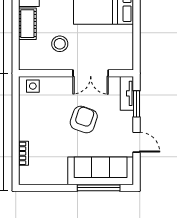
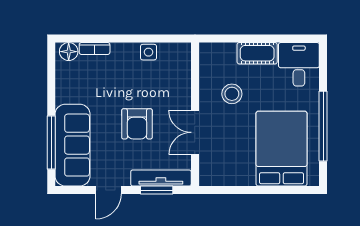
side table: (33, 86) -> (148, 52), moved
tv unit: (127, 93) -> (161, 178), width x1.41
armchair: (84, 119) -> (137, 124), turned 71
floor lamp: (26, 174) -> (69, 52), added

